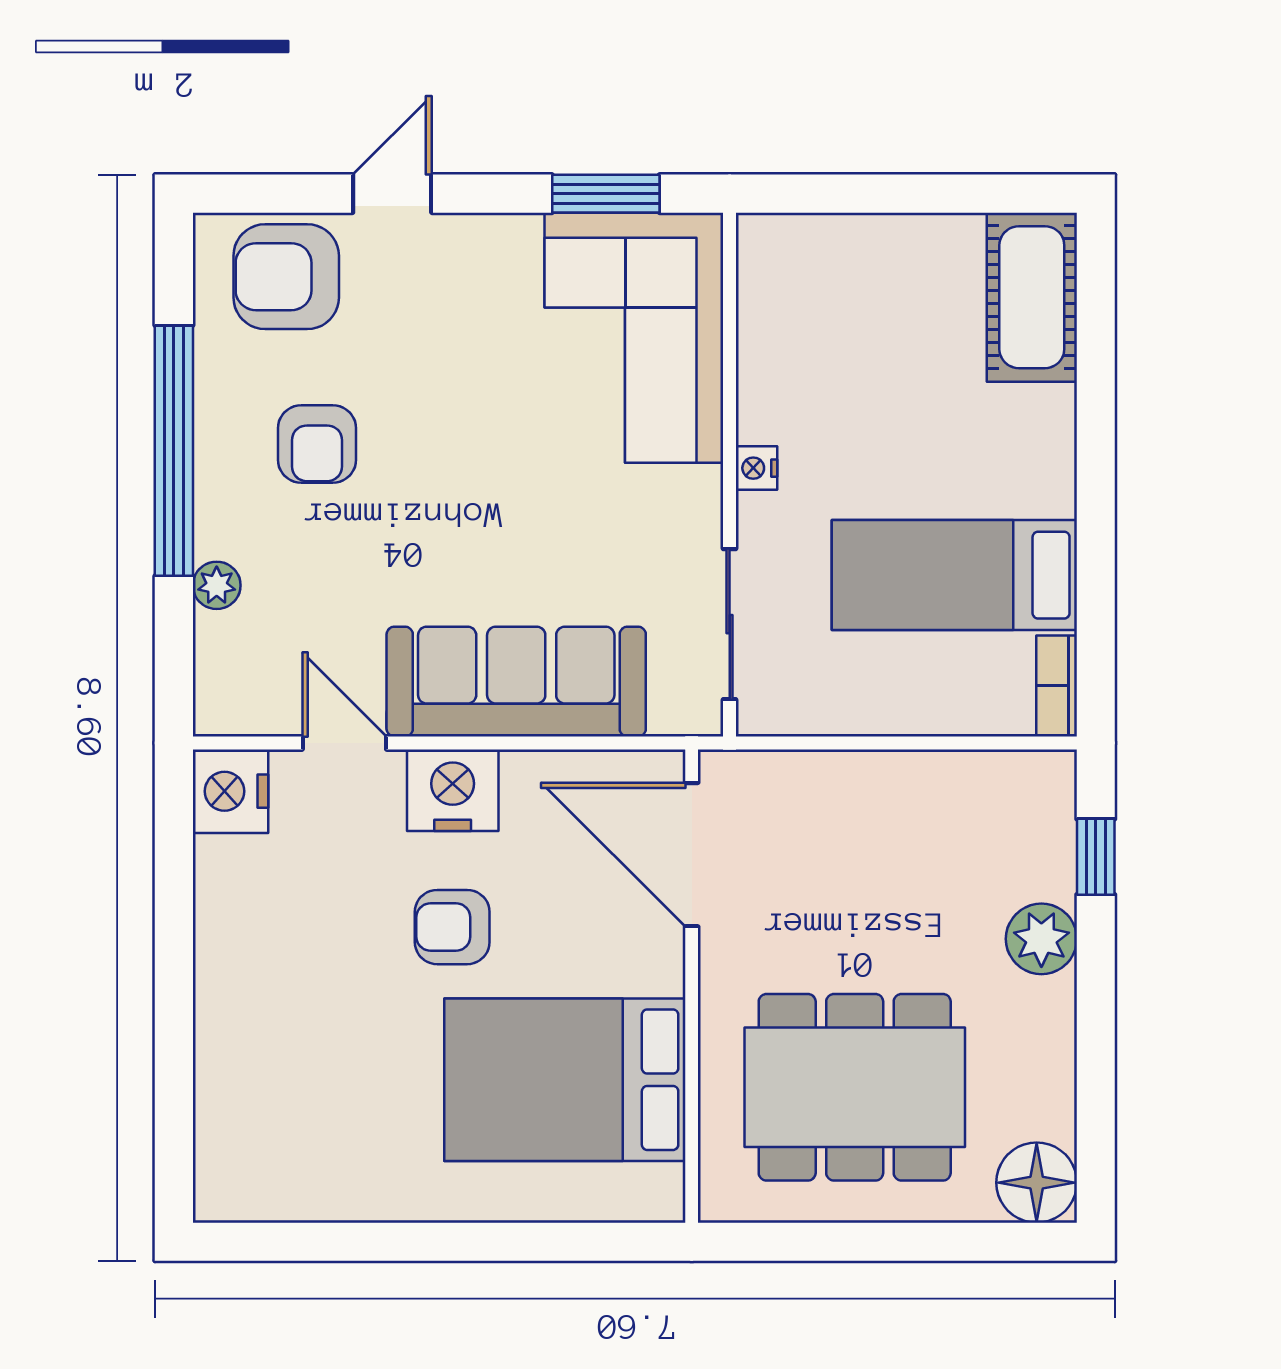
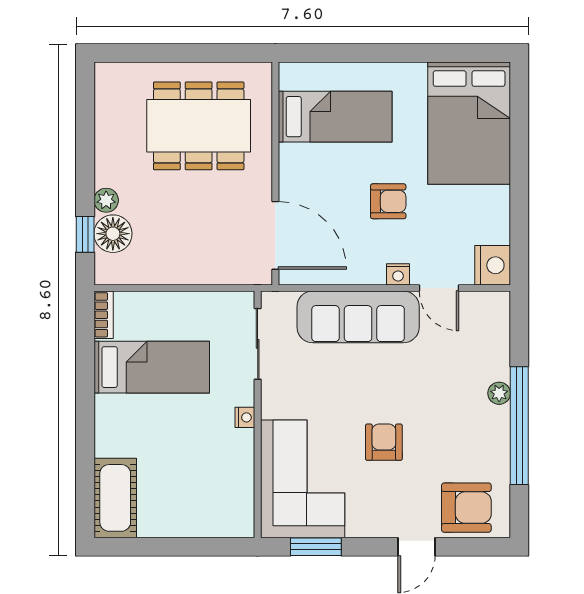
armchair: (317, 444) -> (384, 442), moved
plant: (217, 585) -> (499, 393), moved
nightstand: (453, 790) -> (398, 274), width x0.53, depth x0.56
plant: (1041, 939) -> (106, 200), width x0.73, depth x0.73
bed: (565, 1080) -> (335, 117), width x0.67
bed: (281, 1093) -> (469, 123), added
floor lamp: (1037, 1183) -> (113, 234), moved

